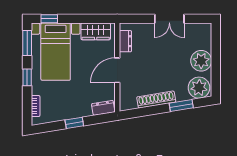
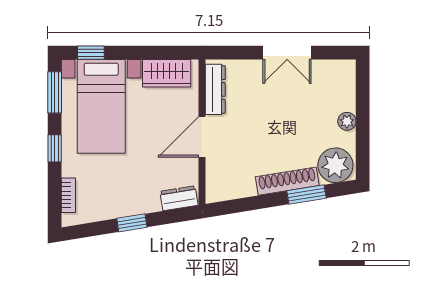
dresser: (125, 41) -> (215, 89), width x1.44
plant: (201, 61) -> (347, 121), width x0.53, depth x0.53
shoe rack: (156, 100) -> (287, 181), moved

